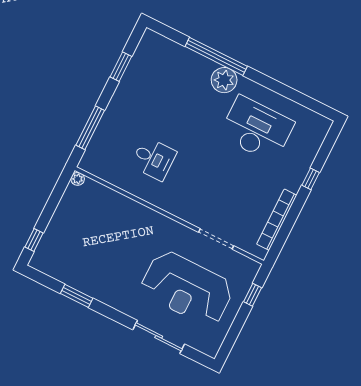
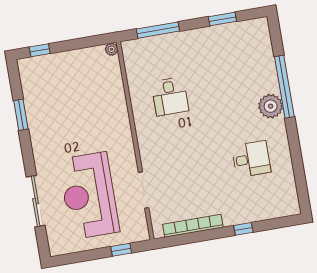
desk: (257, 129) -> (251, 159), width x0.53, depth x0.77

